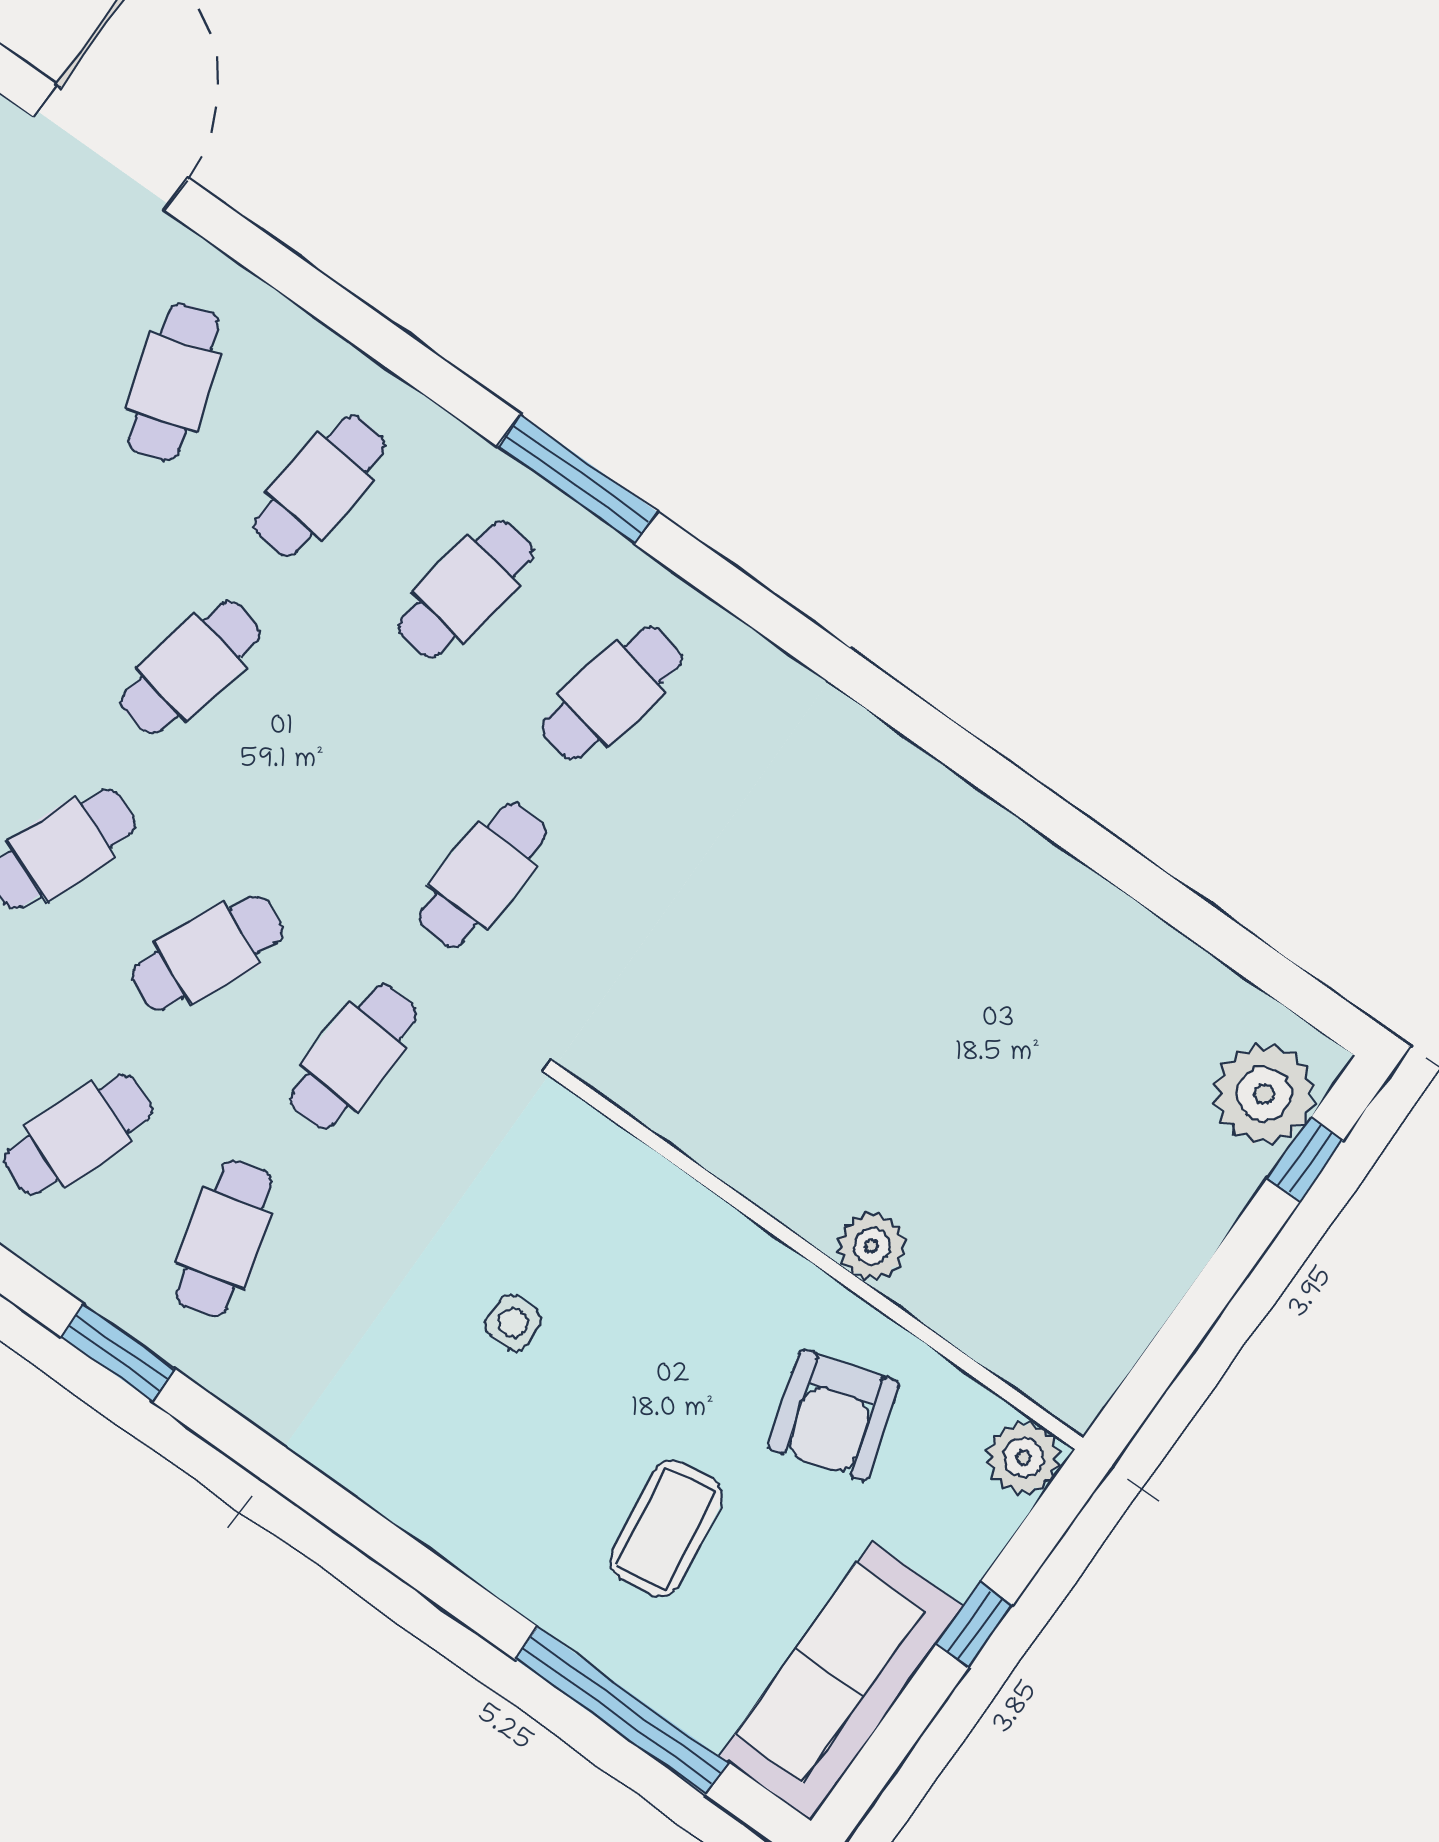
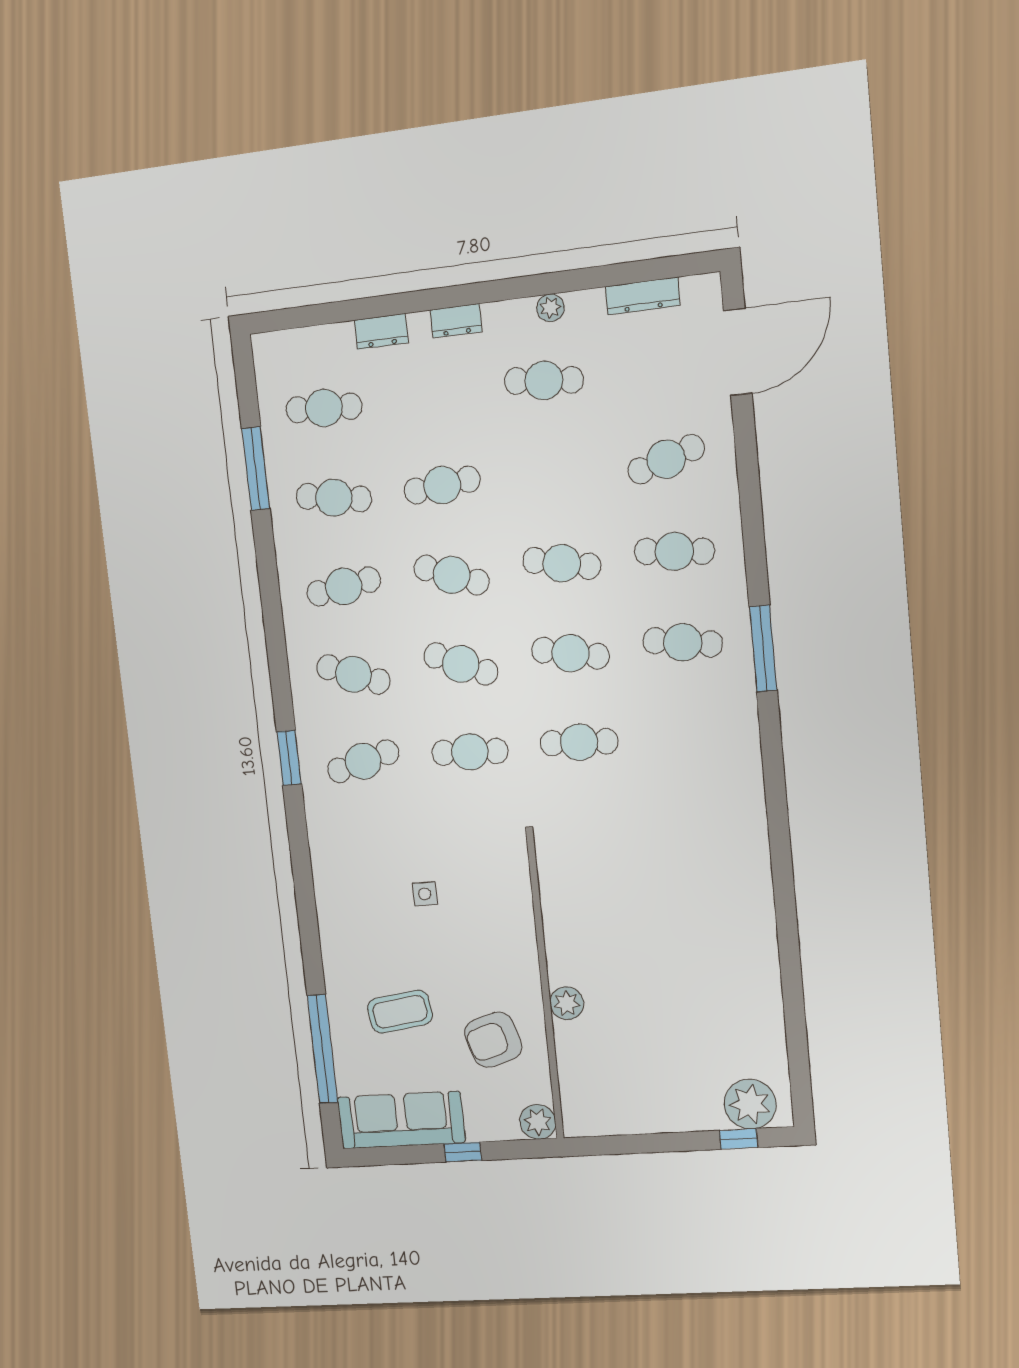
cafe table: (612, 693) -> (570, 653), moved

